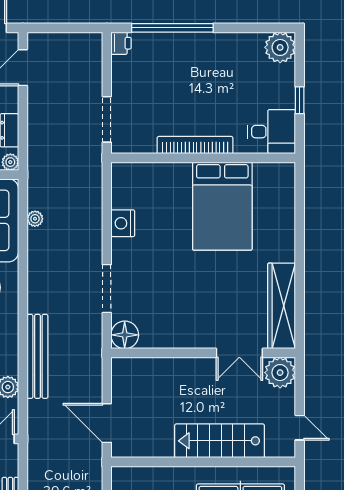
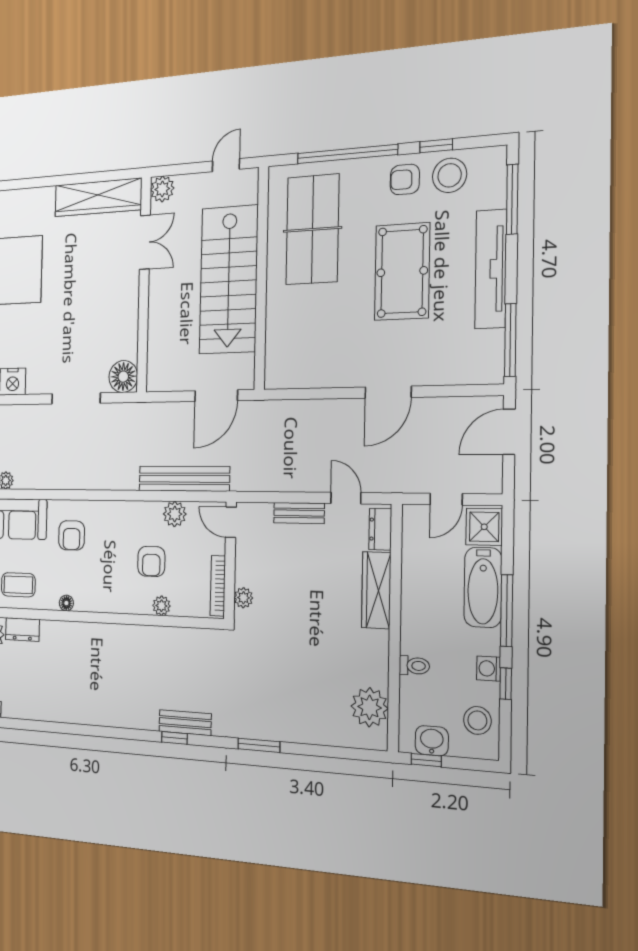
bench: (37, 356) -> (184, 479), moved
plant: (280, 373) -> (162, 189), width x0.73, depth x0.73
stairs: (220, 441) -> (229, 280), width x1.36, depth x1.51

